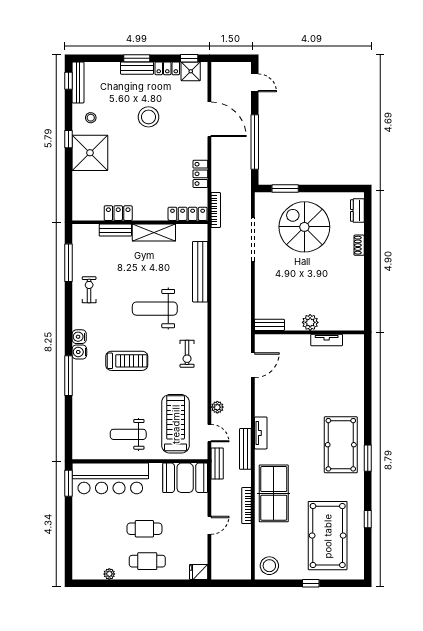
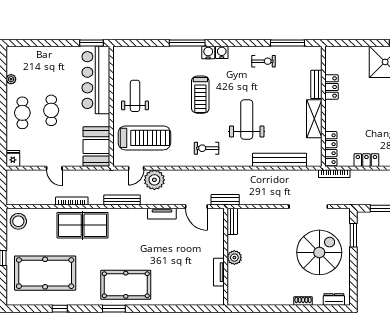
plant: (217, 407) -> (154, 180), width x1.88, depth x1.88
tv unit: (261, 433) -> (162, 214), moved
bench: (217, 464) -> (225, 200), moved

